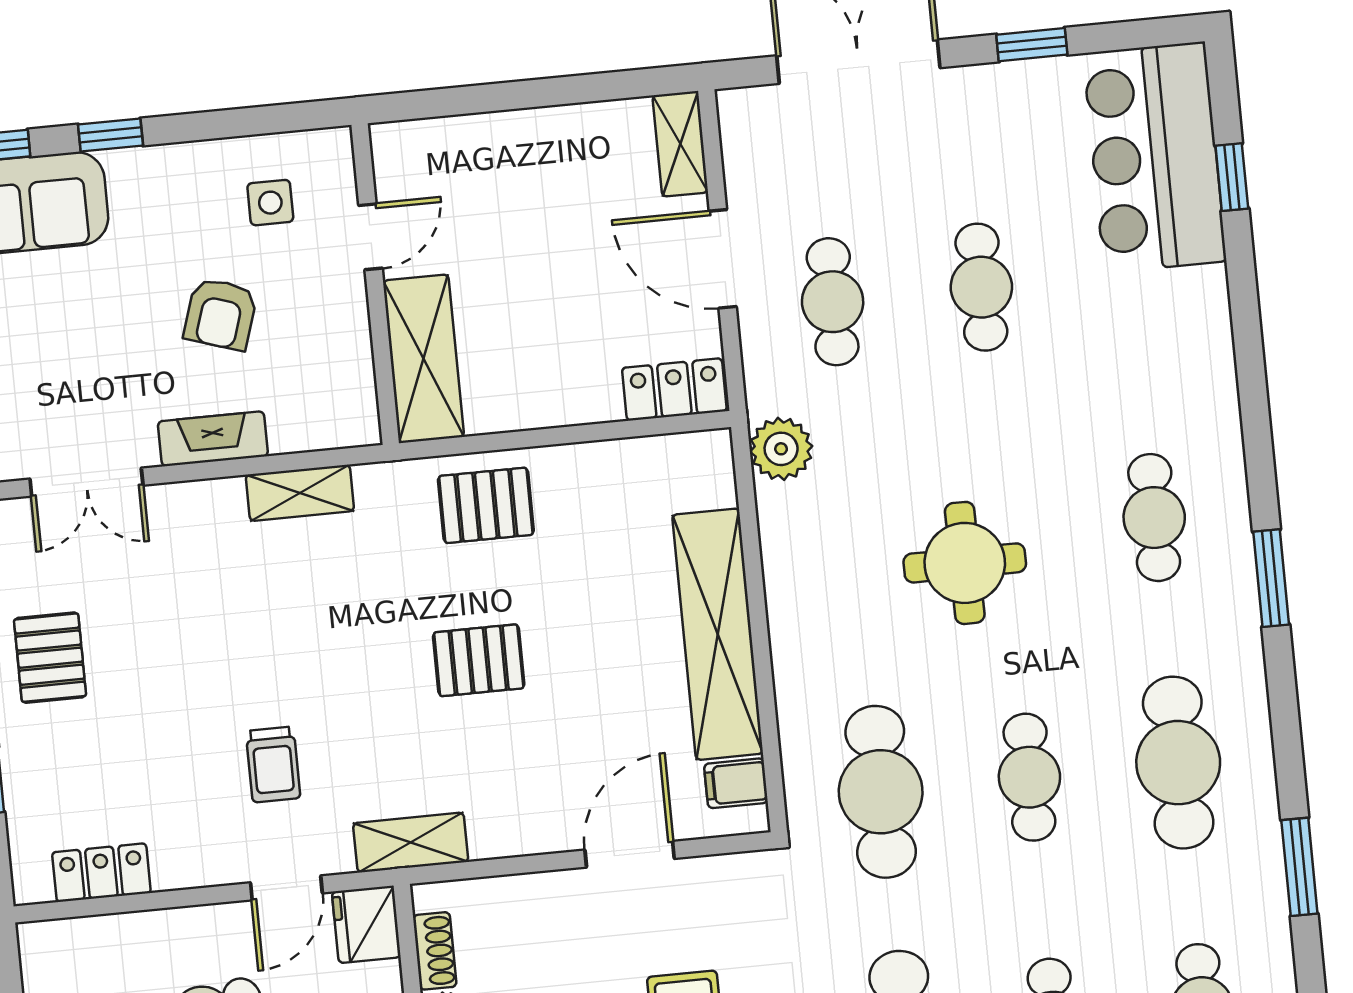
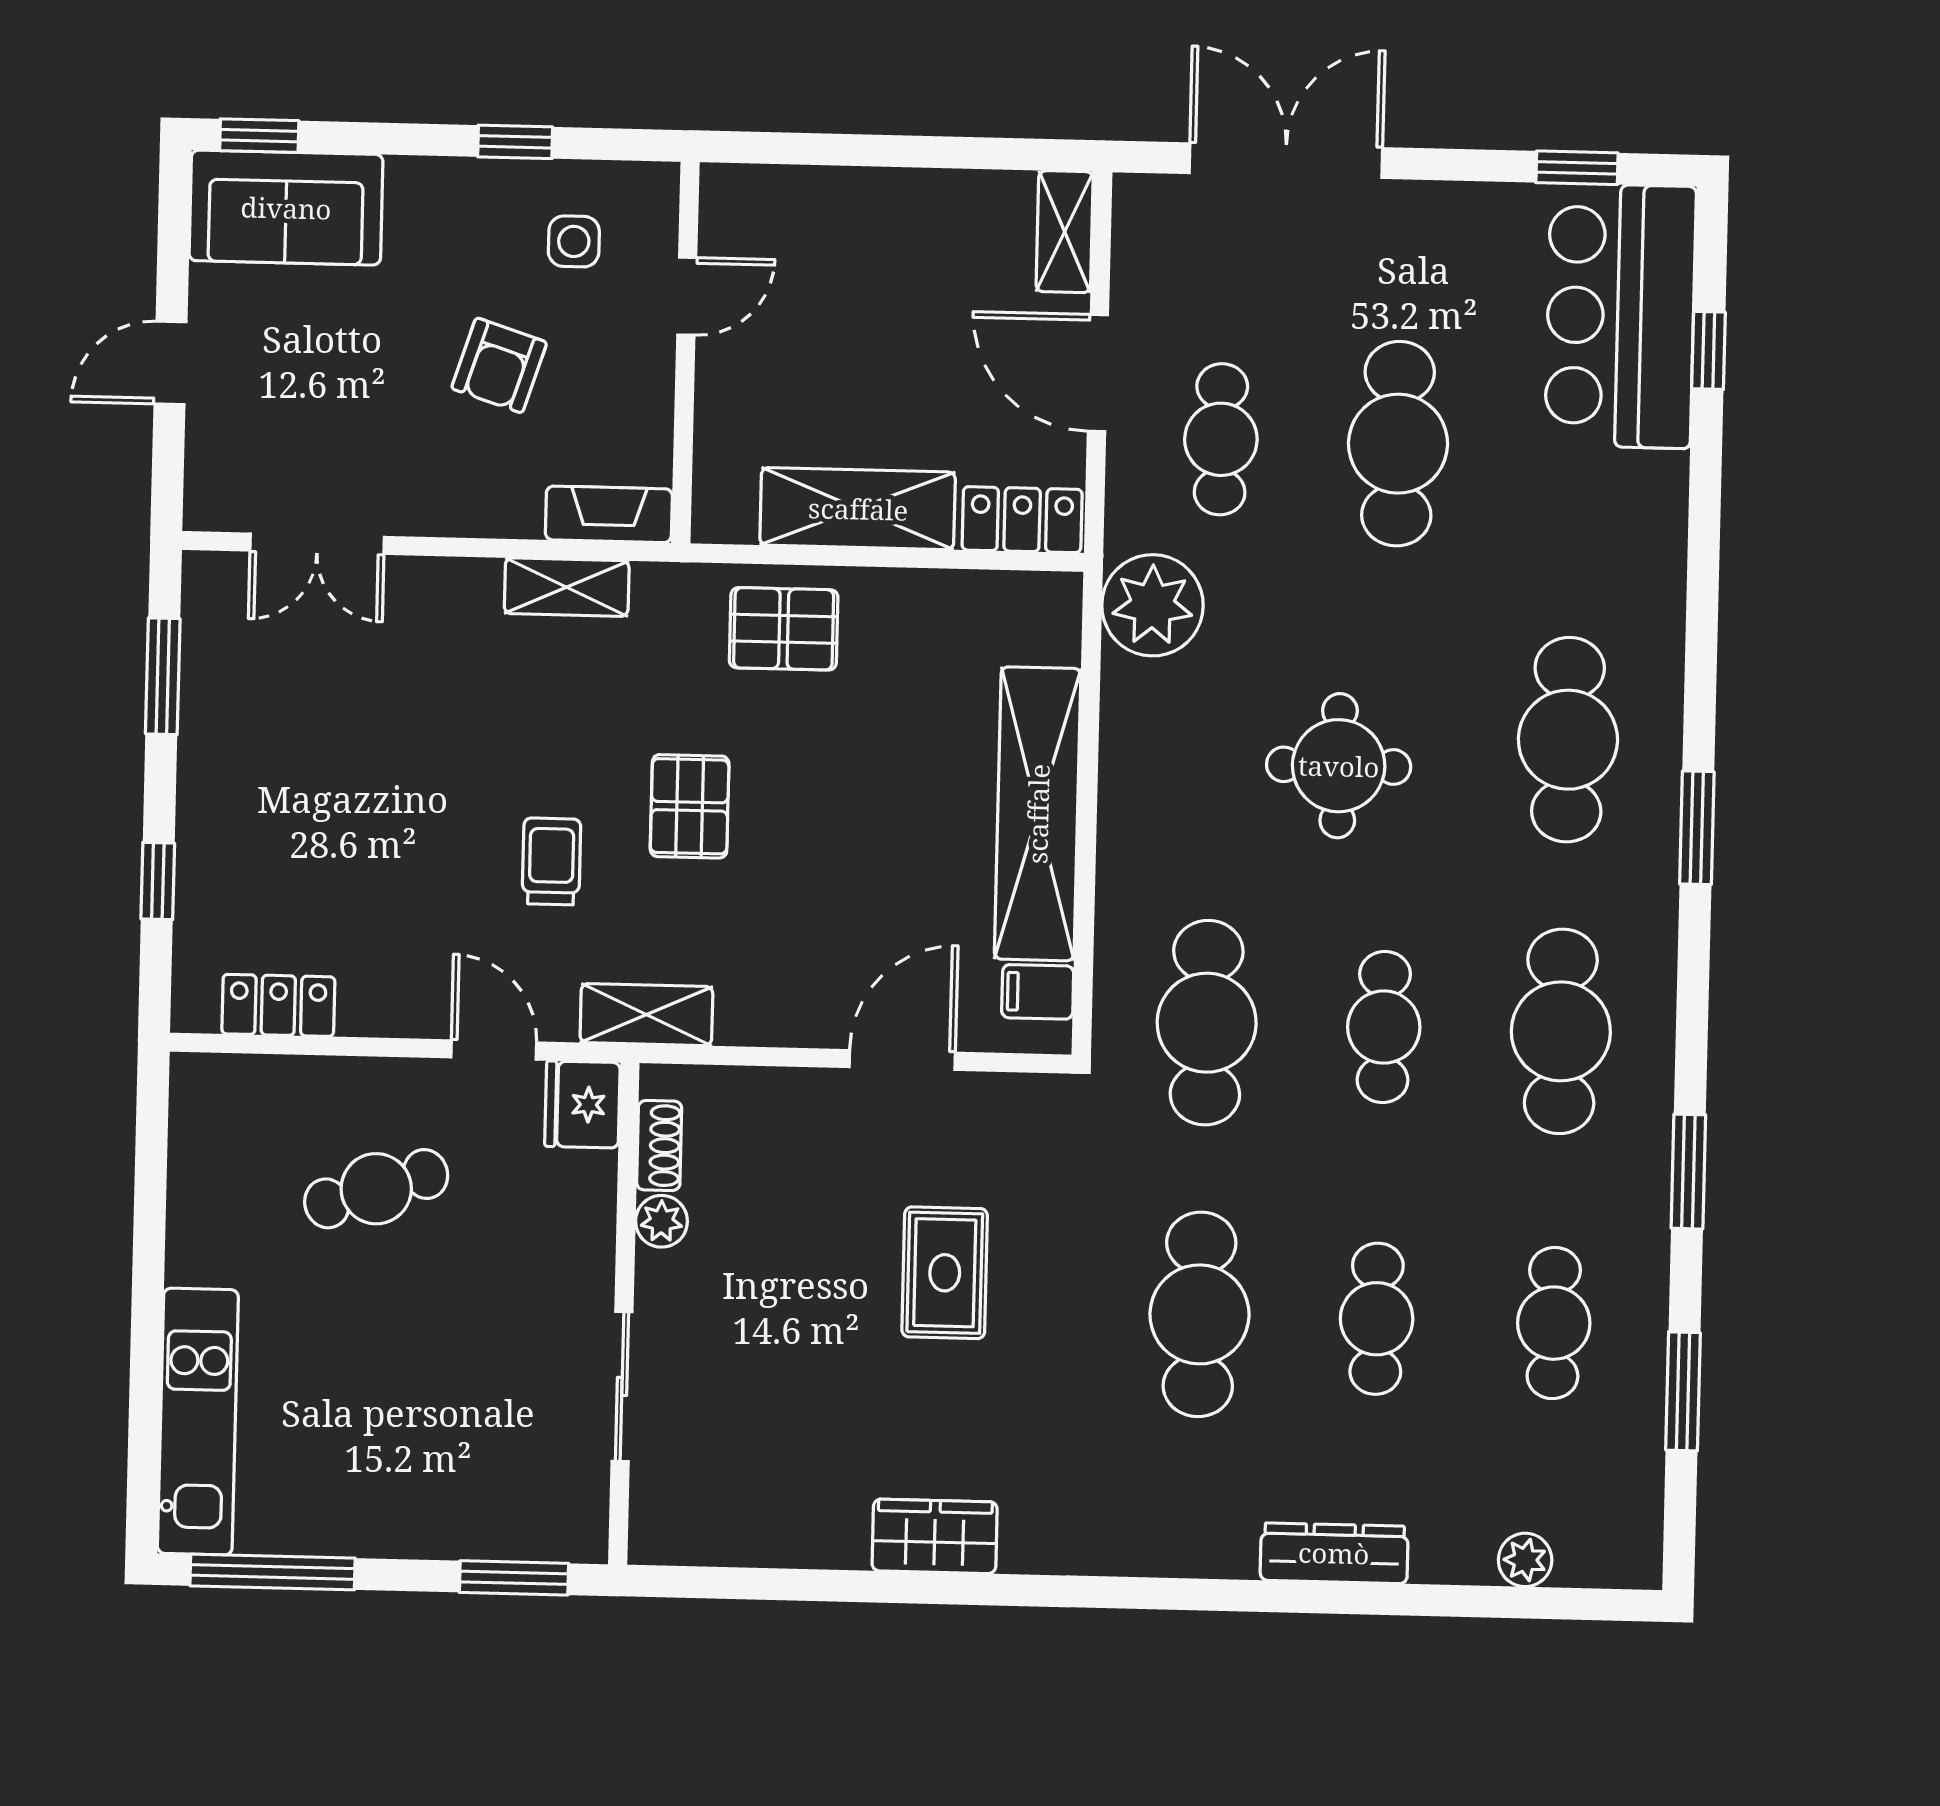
window: (1032, 45) -> (1577, 168), moved
window: (110, 135) -> (515, 142), moved
cafe table: (981, 287) -> (1398, 444), width x1.37, depth x1.35
shelving: (423, 359) -> (858, 509), moved, turned 90
fireplace: (213, 439) -> (609, 514), moved
plant: (781, 449) -> (1152, 605), width x1.36, depth x1.36
cafe table: (1154, 518) -> (1568, 740), width x1.37, depth x1.35
pallet: (50, 658) -> (249, 745), removed
pallet: (479, 660) -> (690, 806), moved, turned 90
trolley: (273, 764) -> (551, 861), moved, turned 180
door: (286, 888) -> (494, 1050), swing flipped

